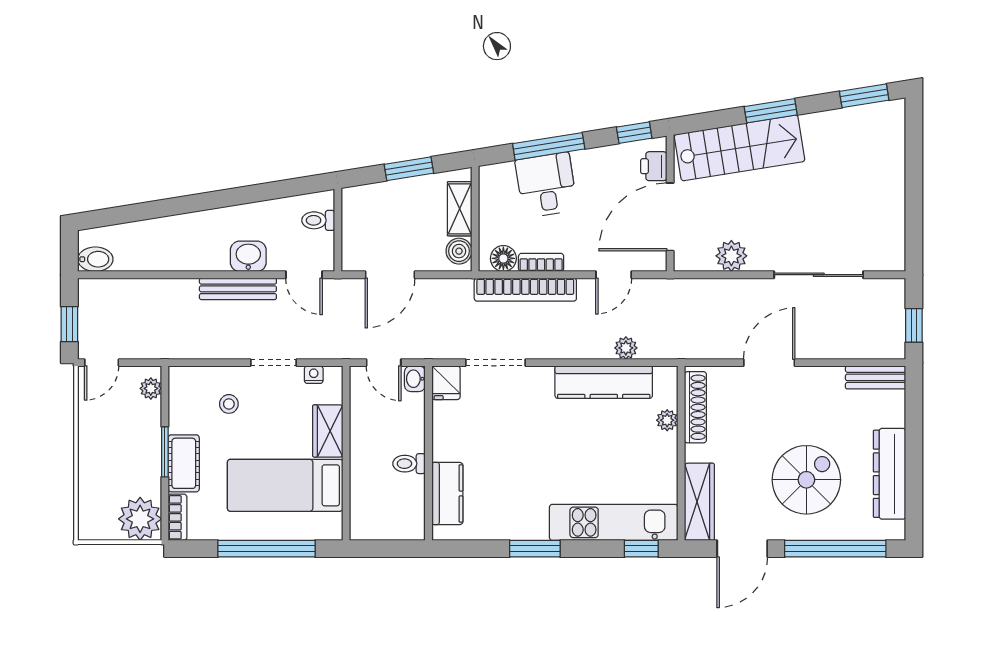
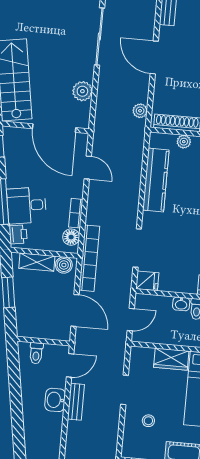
printer: (654, 166) -> (18, 234), moved, turned -99
bench: (238, 289) -> (76, 402), width x0.73
bookcase: (525, 290) -> (89, 258), moved
plant: (626, 348) -> (140, 111), moved
door: (769, 363) -> (154, 57), moved
nightstand: (314, 375) -> (135, 365), removed
washbasin: (415, 379) -> (181, 304), moved

